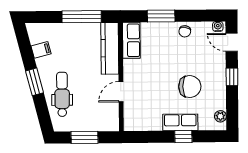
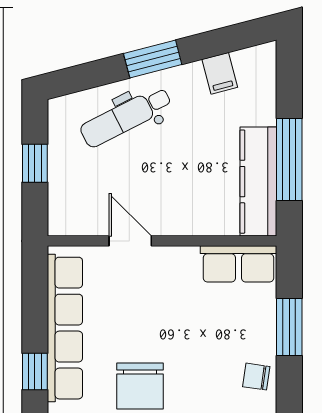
kitchen counter: (110, 48) -> (258, 182), moved, turned -90
dental chair: (62, 94) -> (126, 117), turned 153
row of seats: (180, 122) -> (65, 328), width x2.02
window: (84, 137) -> (35, 163), width x0.67

